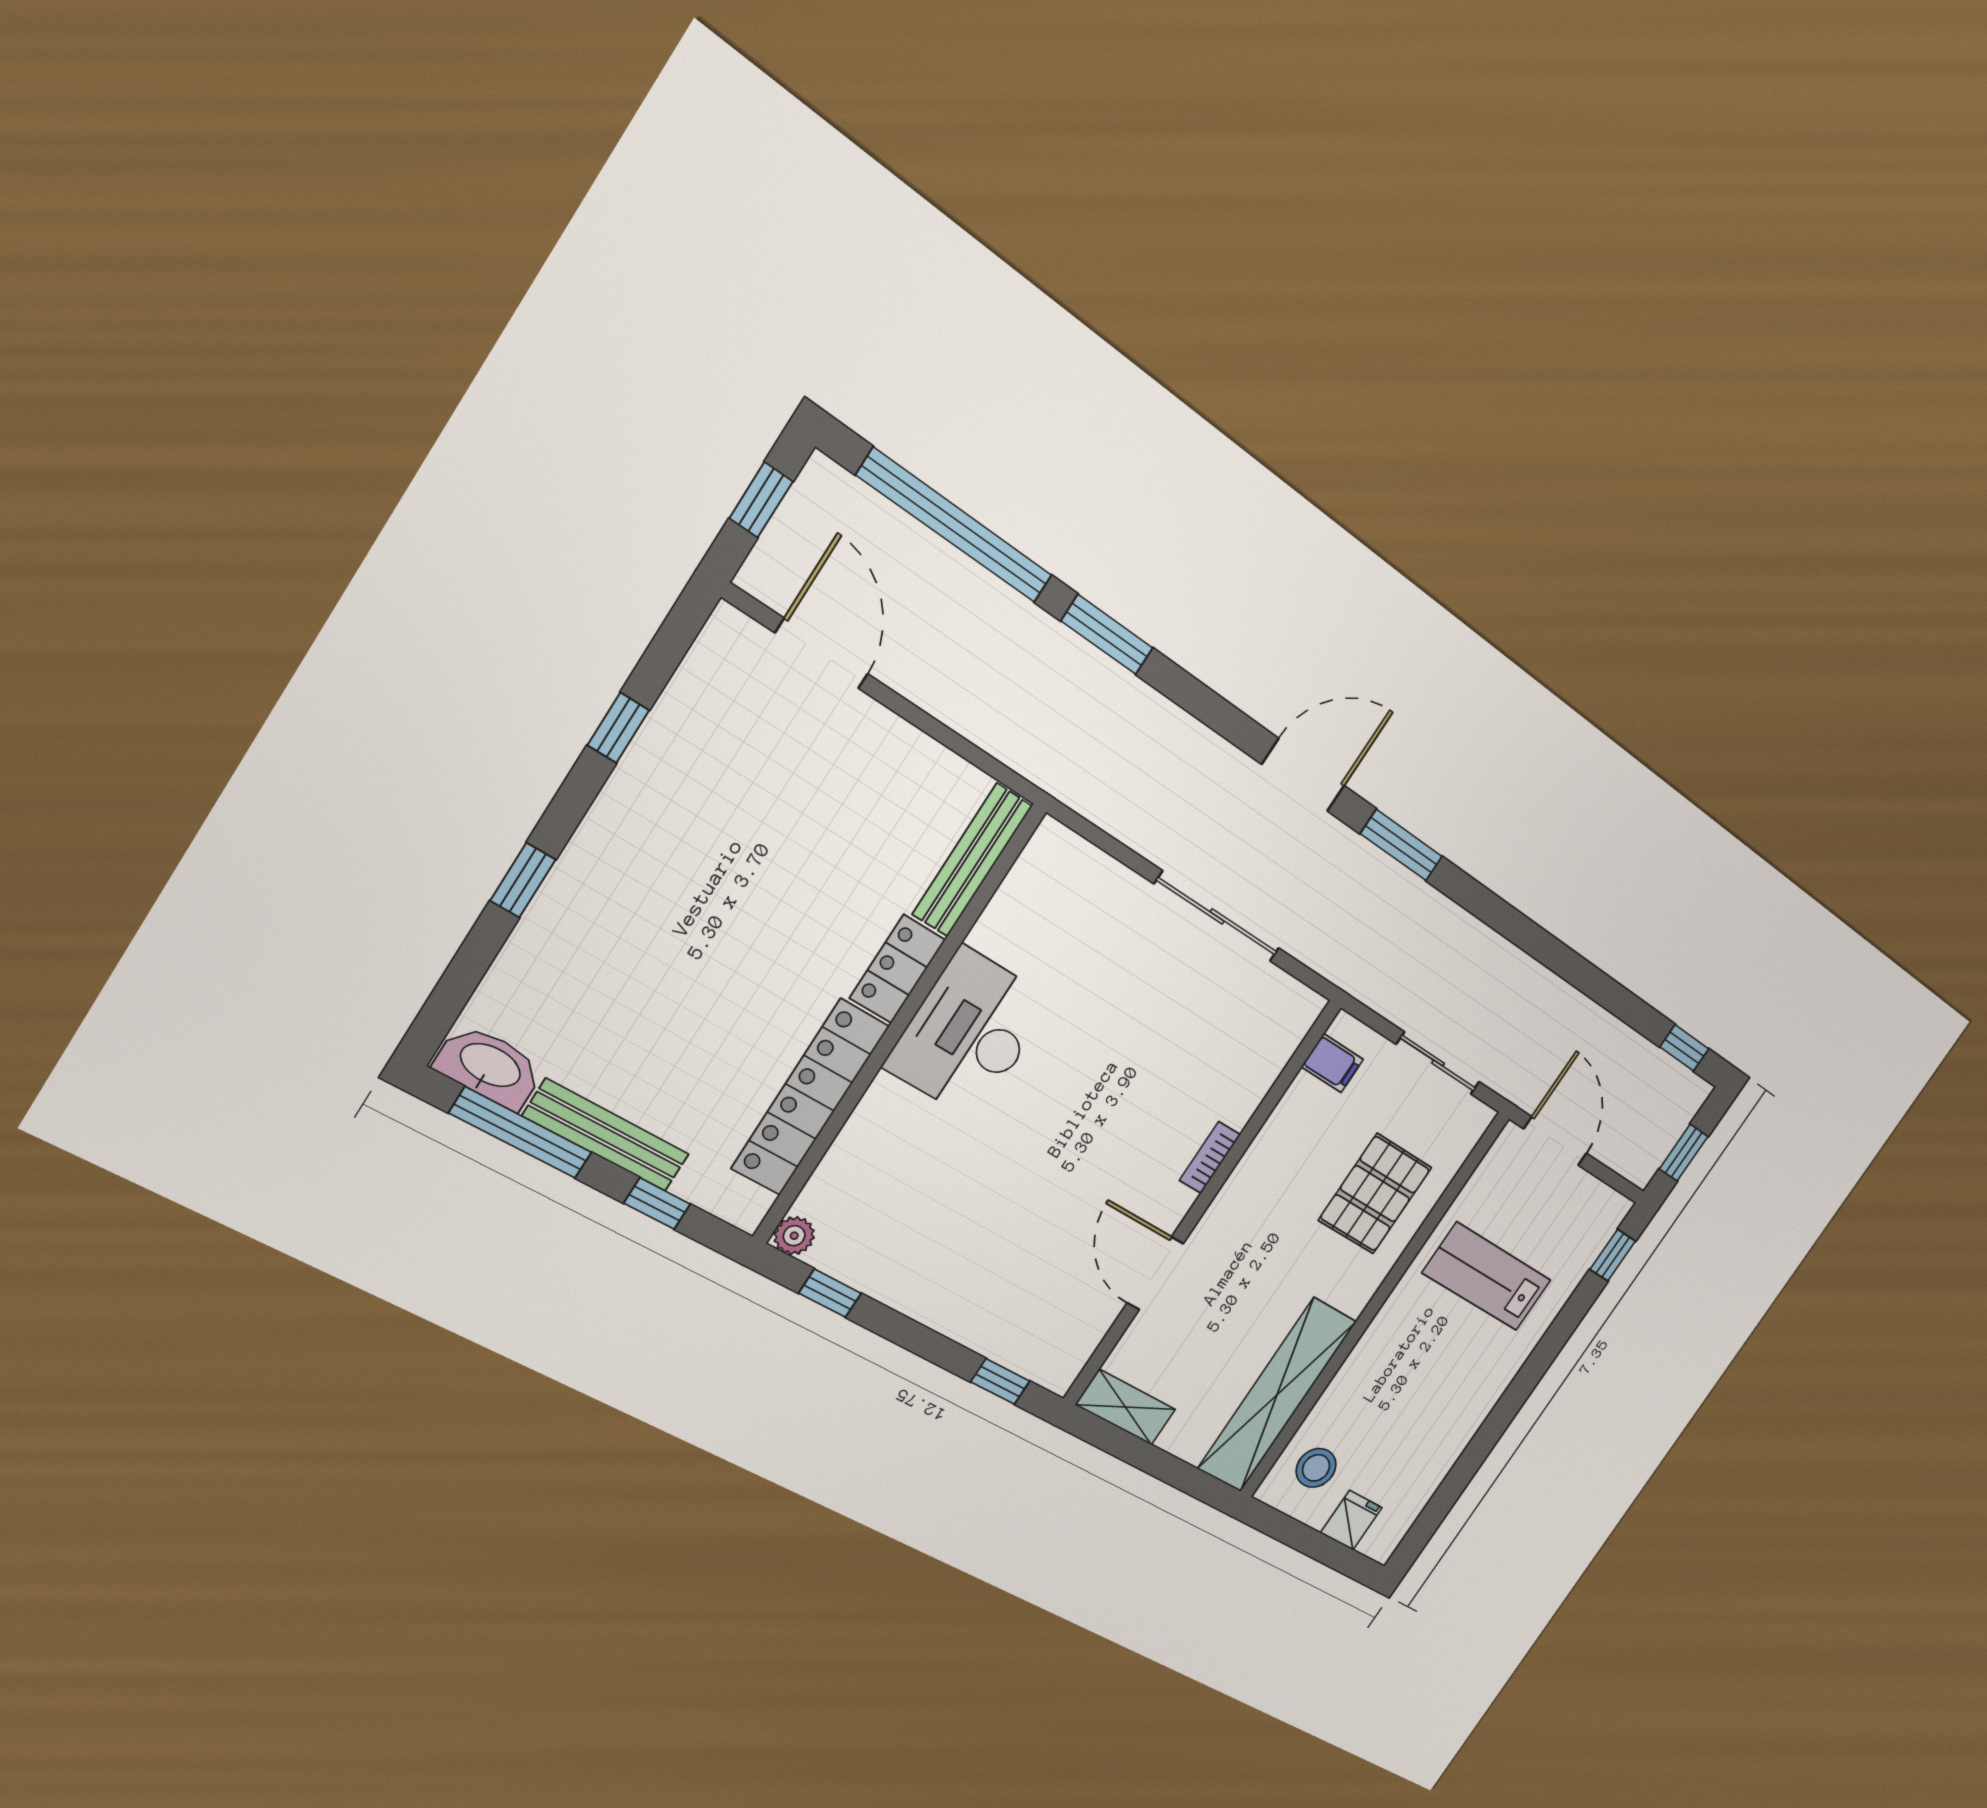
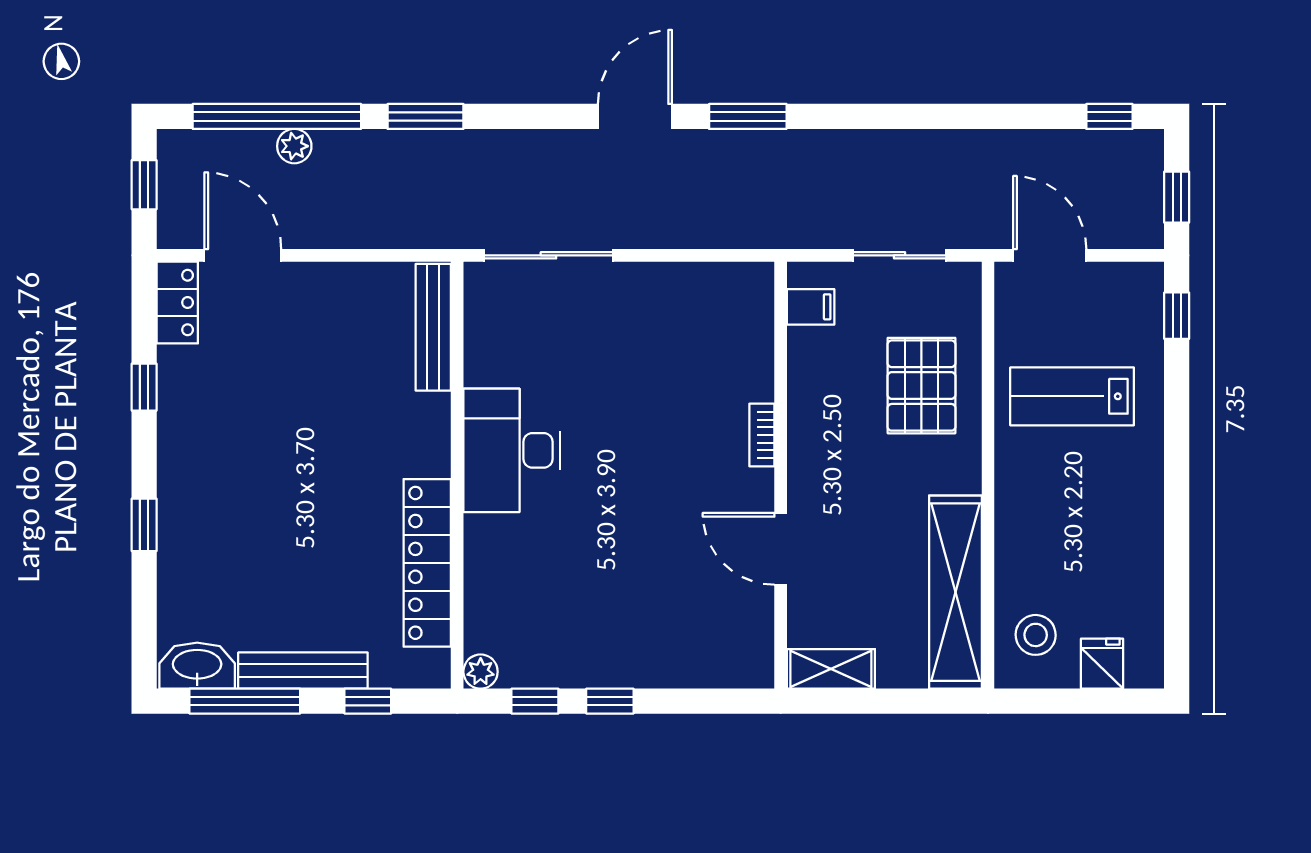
plant: (953, 572) -> (294, 146), added
sliding door: (1217, 916) -> (548, 255), moved
locker: (897, 969) -> (177, 302), moved, turned 180
window: (1000, 1381) -> (610, 701), moved

